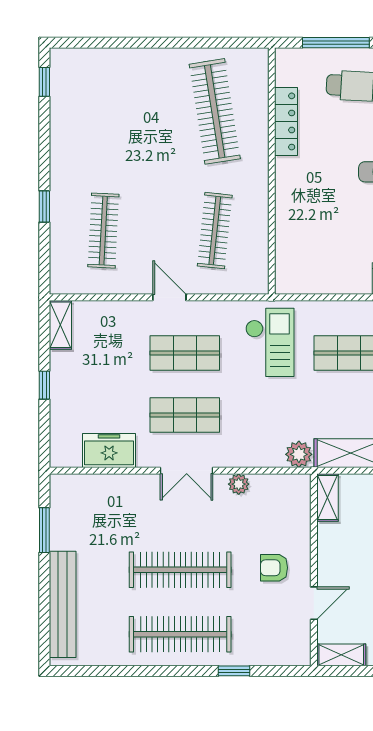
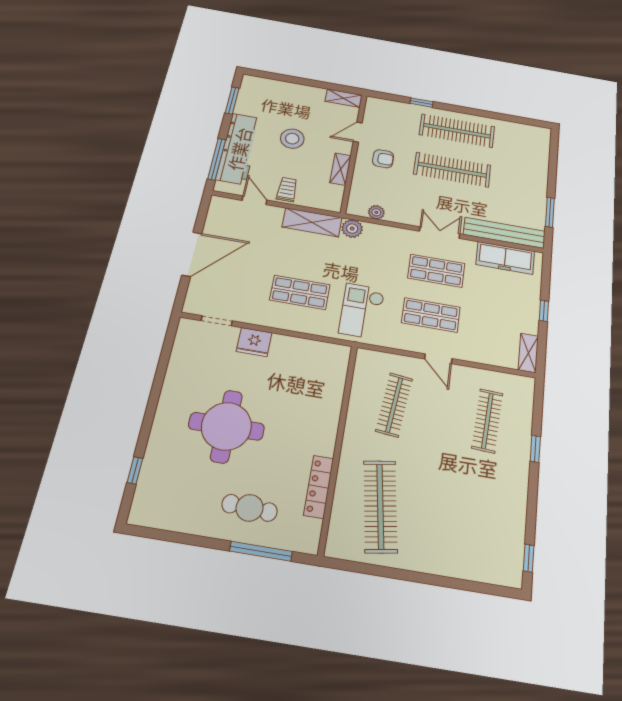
freezer: (109, 451) -> (505, 258), width x1.40
plant: (239, 484) -> (376, 212), moved
shelving: (328, 497) -> (340, 169), moved
bench: (63, 604) -> (504, 233), moved, turned 90

